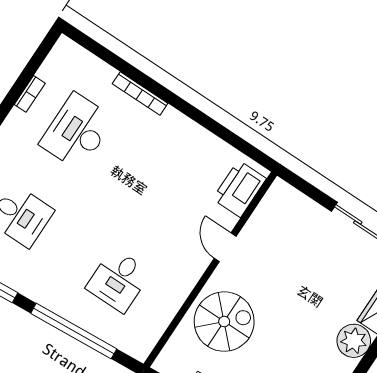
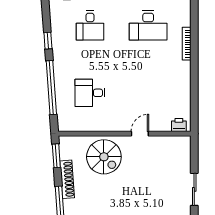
desk: (77, 132) -> (148, 25), turned 180
printer: (239, 189) -> (179, 125), width x0.53, depth x0.68

